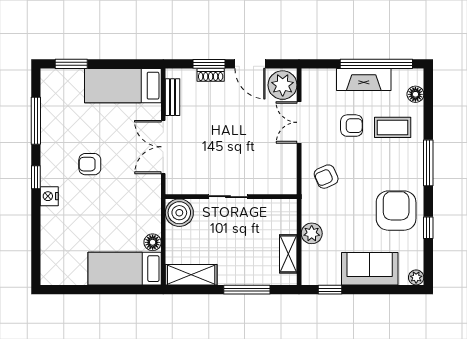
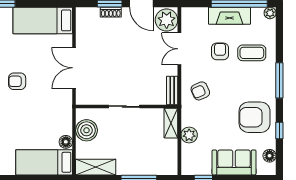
floor lamp: (415, 94) -> (270, 156), moved
bench: (173, 97) -> (172, 90), moved
armchair: (352, 126) -> (220, 51), turned -90
armchair: (396, 211) -> (255, 117), turned -90
boiler: (179, 213) -> (87, 130), moved
shelving: (288, 254) -> (171, 123), moved
plant: (416, 277) -> (270, 13), moved

